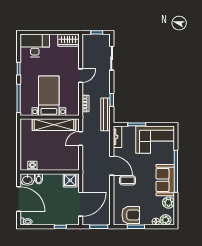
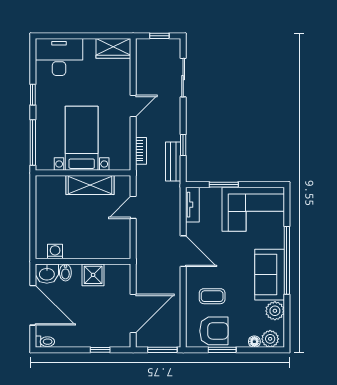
bench: (106, 114) -> (173, 161), width x0.73
shelving: (54, 125) -> (90, 185), width x0.68
shower: (70, 180) -> (93, 275), moved
coffee table: (128, 180) -> (212, 296), moved

